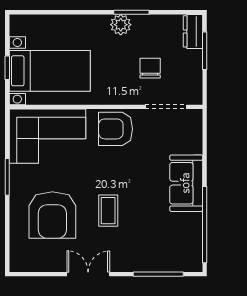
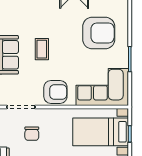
coffee table: (108, 211) -> (42, 49), moved
armchair: (52, 215) -> (99, 33), turned 90

